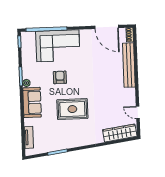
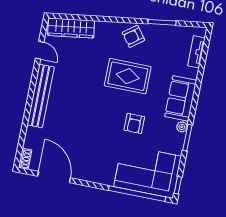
corner sofa: (58, 46) -> (148, 171), moved
bench: (129, 65) -> (41, 96), moved
armchair: (75, 138) -> (133, 36), added

